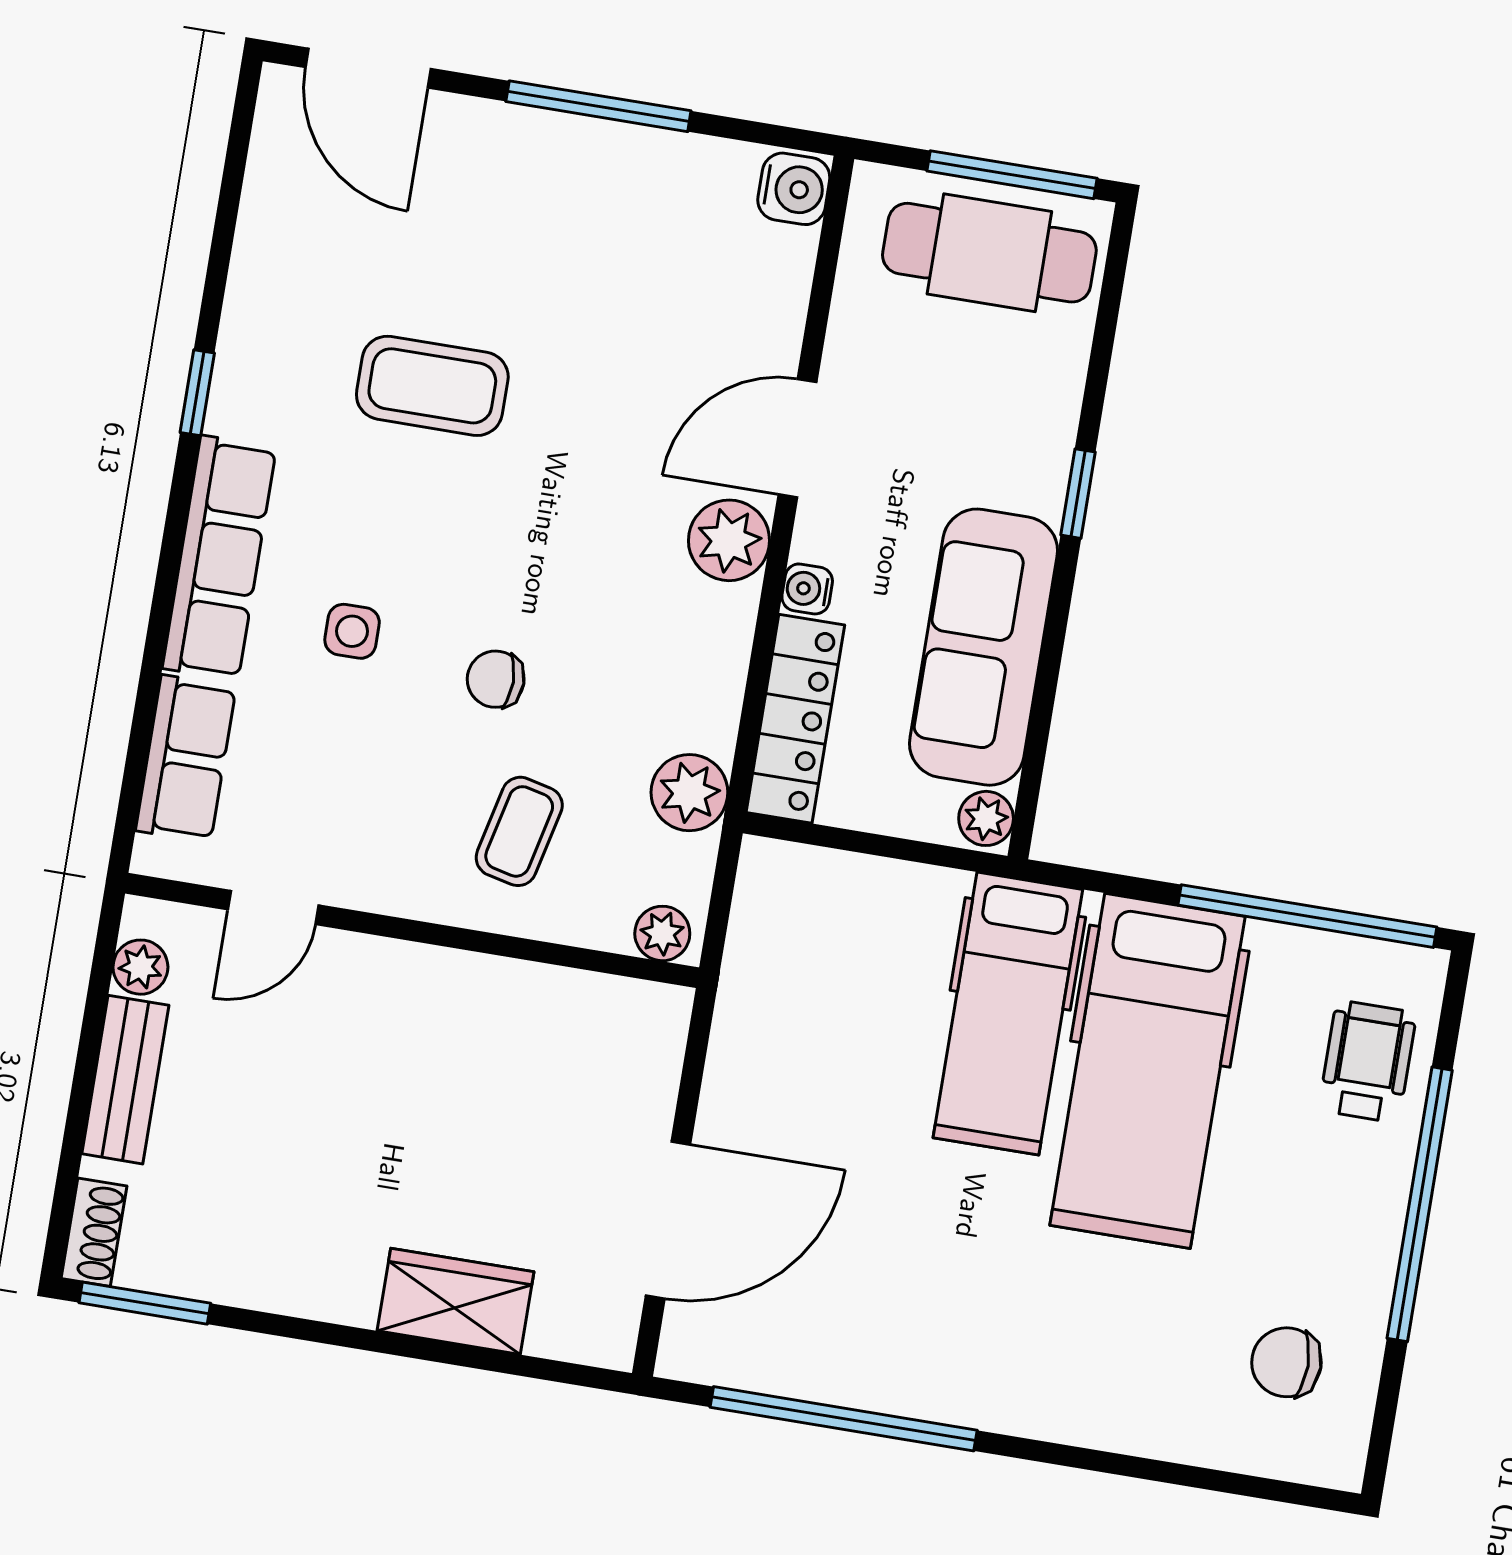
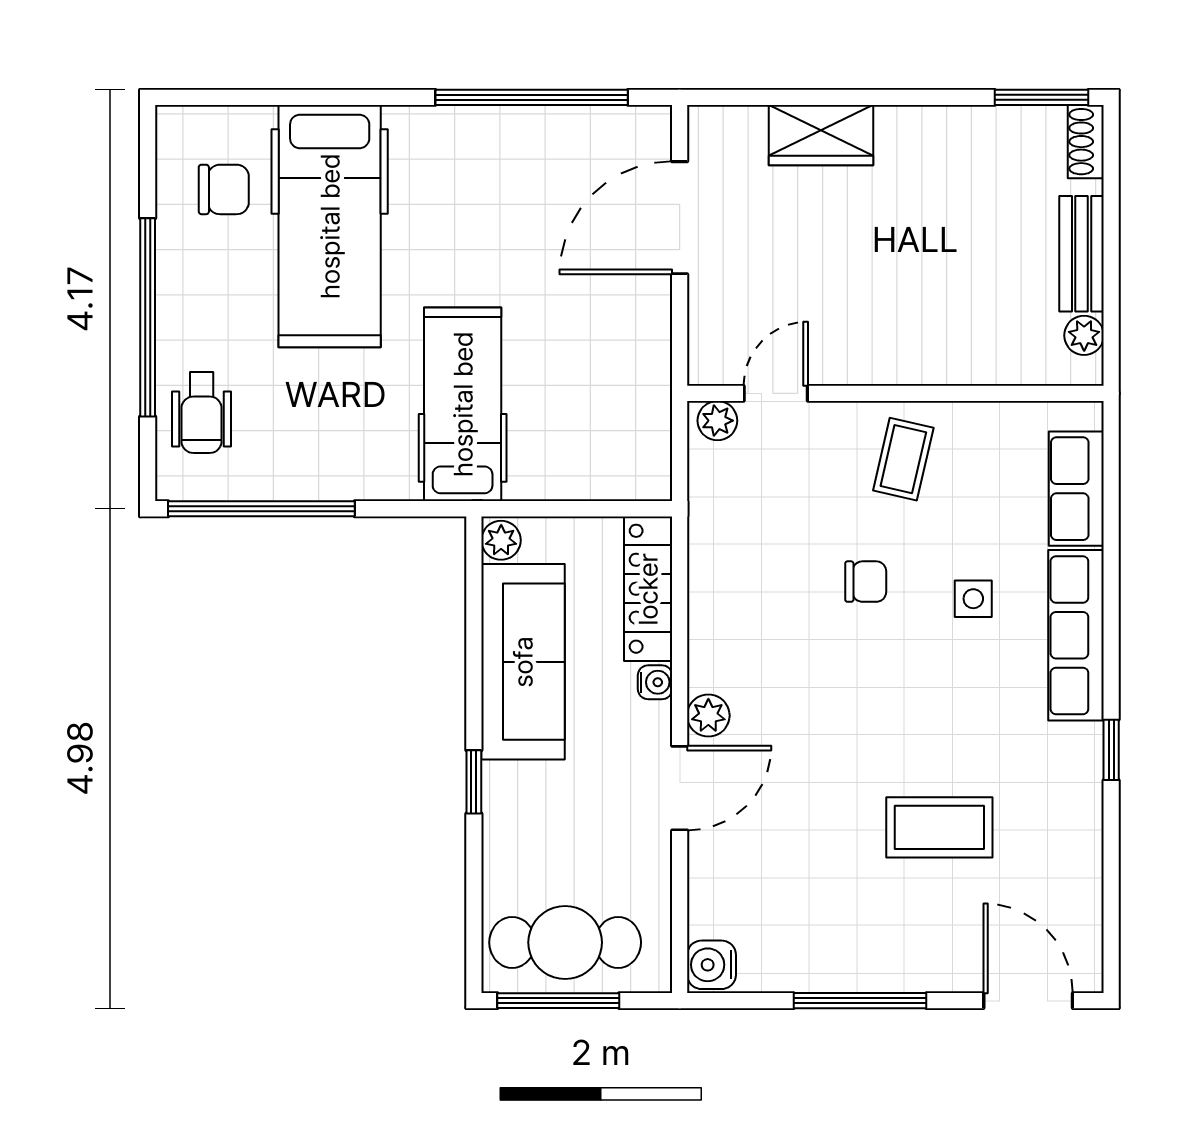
coffee table: (432, 386) -> (939, 827), moved
plant: (729, 540) -> (708, 716), width x0.73, depth x0.73
plant: (689, 793) -> (715, 524), removed
coffee table: (519, 831) -> (903, 459), moved
door: (273, 907) -> (776, 393), moved
hospital bed: (1148, 1071) -> (330, 226), moved, turned 180

